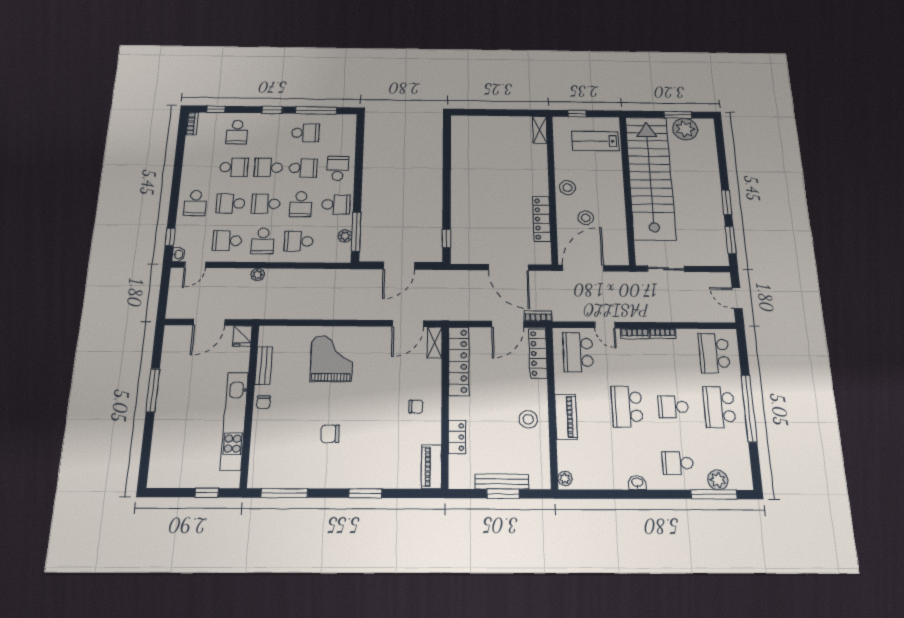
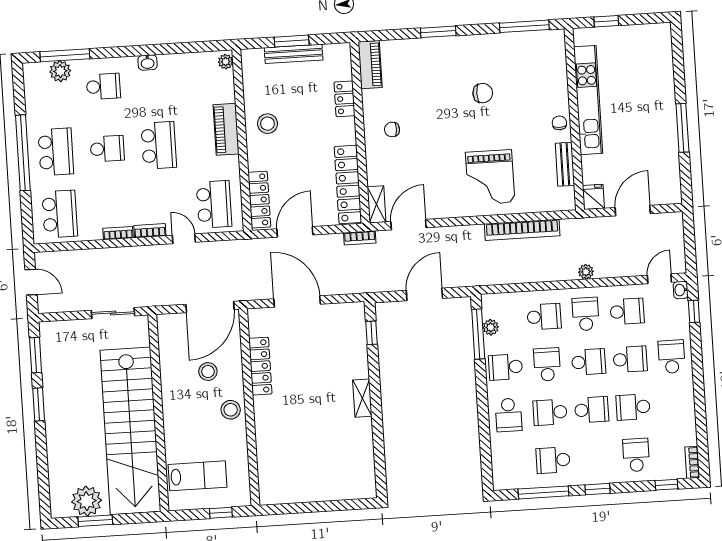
shelving: (540, 130) -> (362, 398), moved
bookcase: (309, 313) -> (522, 230), added
bookcase: (538, 316) -> (360, 238), moved

